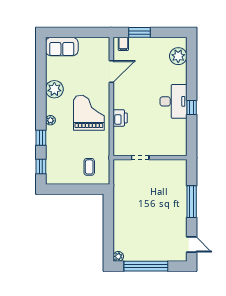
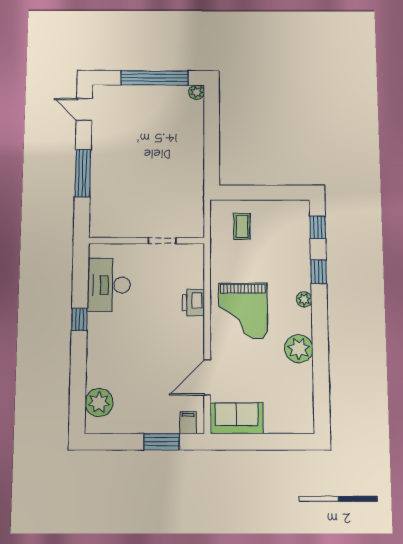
sofa: (62, 47) -> (237, 418), moved
desk: (173, 101) -> (109, 285), moved

